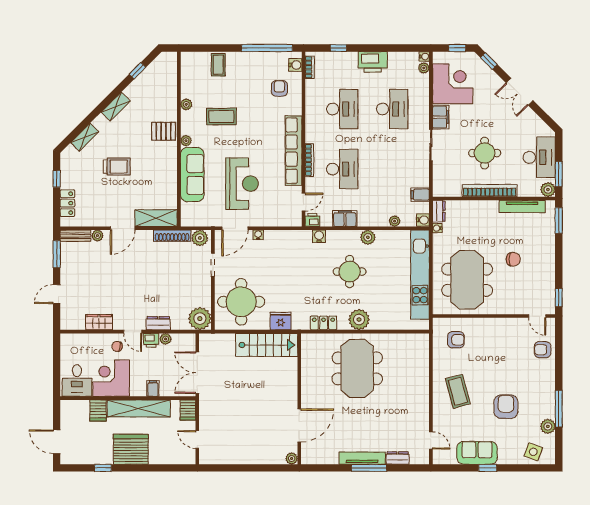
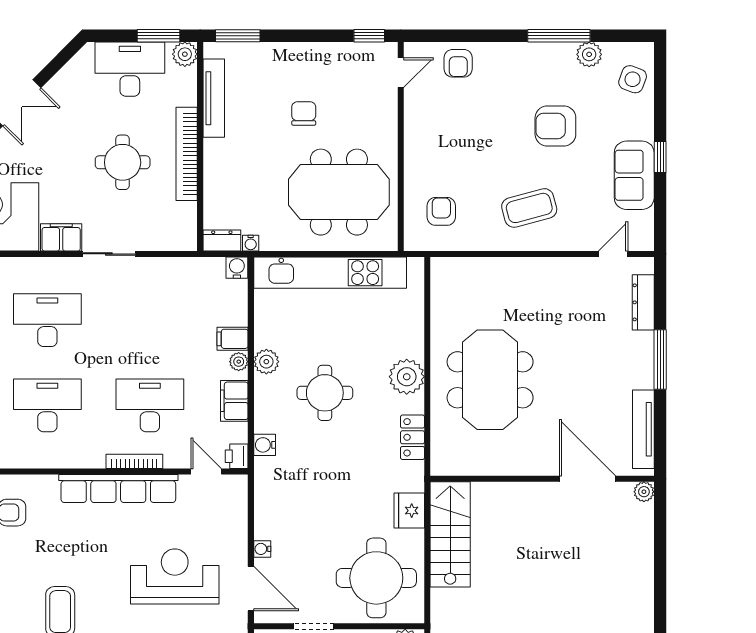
filing cabinet: (420, 195) -> (233, 339), moved, turned 90
plant: (395, 221) -> (239, 362), moved
meeting table: (357, 368) -> (490, 380), turned 90
tv unit: (362, 458) -> (643, 429), moved
dresser: (398, 458) -> (643, 302), width x1.44

